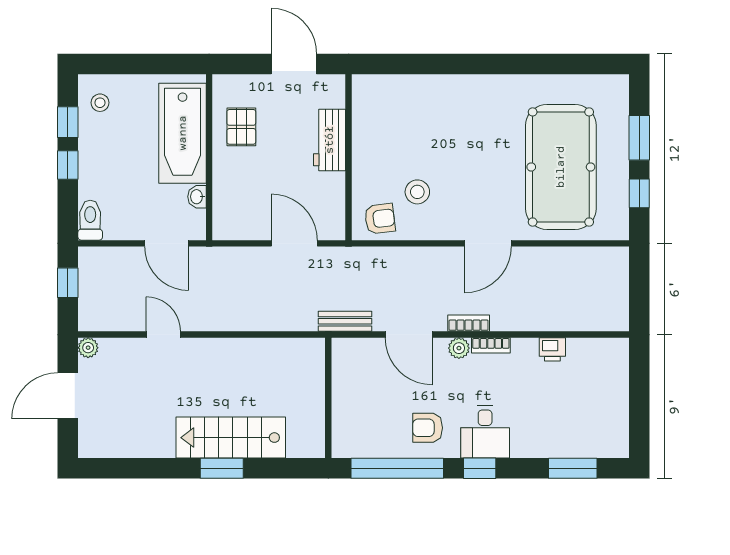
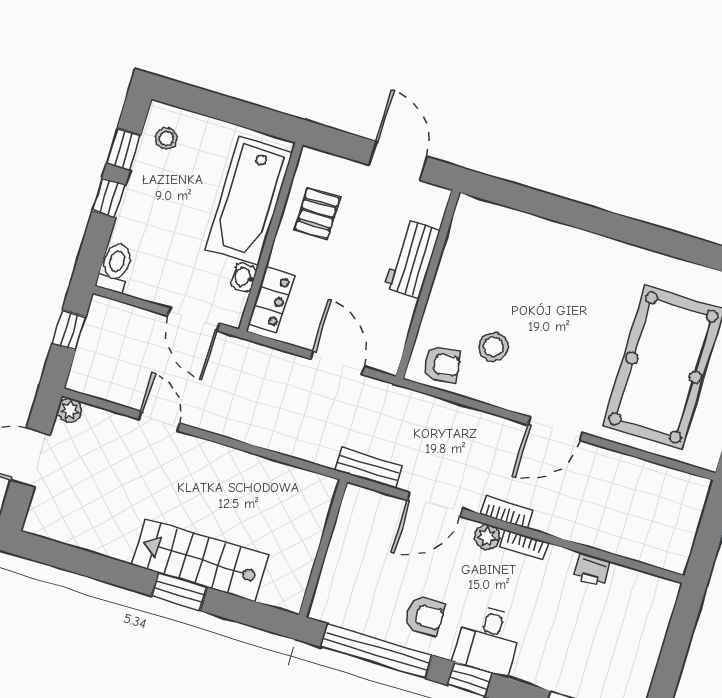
locker: (225, 208) -> (271, 300), added
door: (409, 335) -> (435, 504), hinge flipped
armchair: (428, 428) -> (425, 616), turned 180

